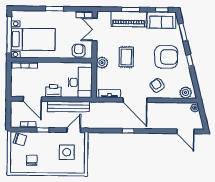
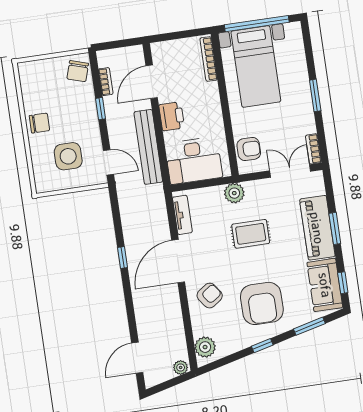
chair: (32, 160) -> (39, 123), moved

